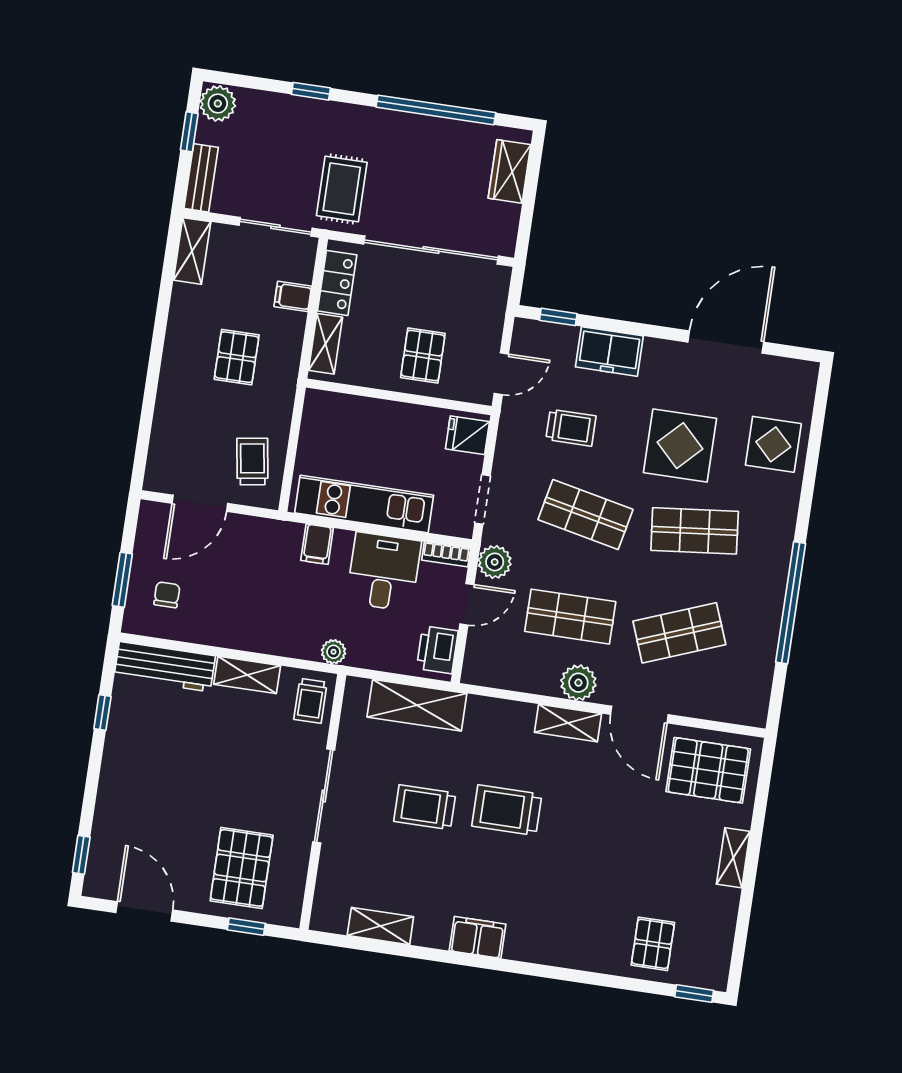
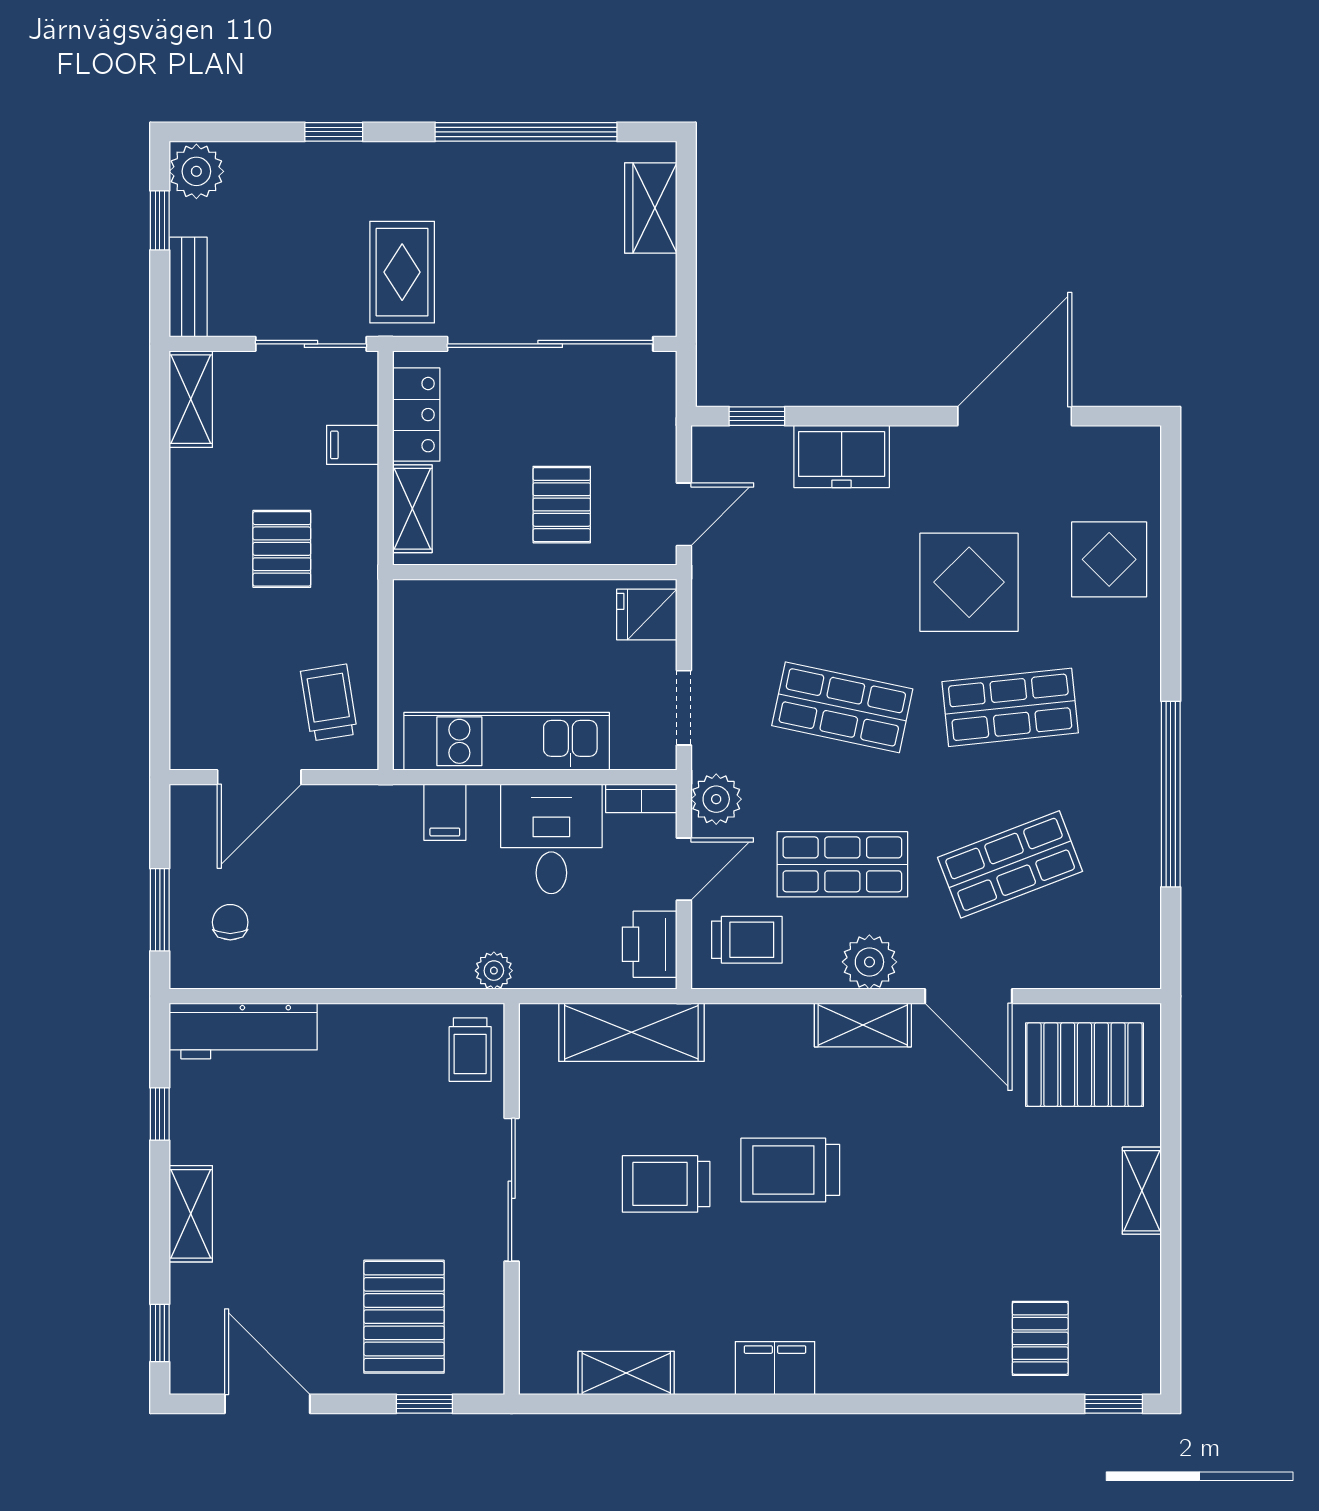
trolley: (571, 428) -> (747, 940), moved
shelving: (247, 675) -> (191, 1214), moved, turned 90

